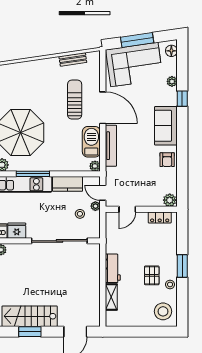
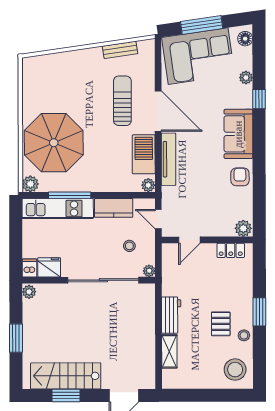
armchair: (167, 160) -> (240, 177), turned 180
plant: (95, 206) -> (149, 271), moved

